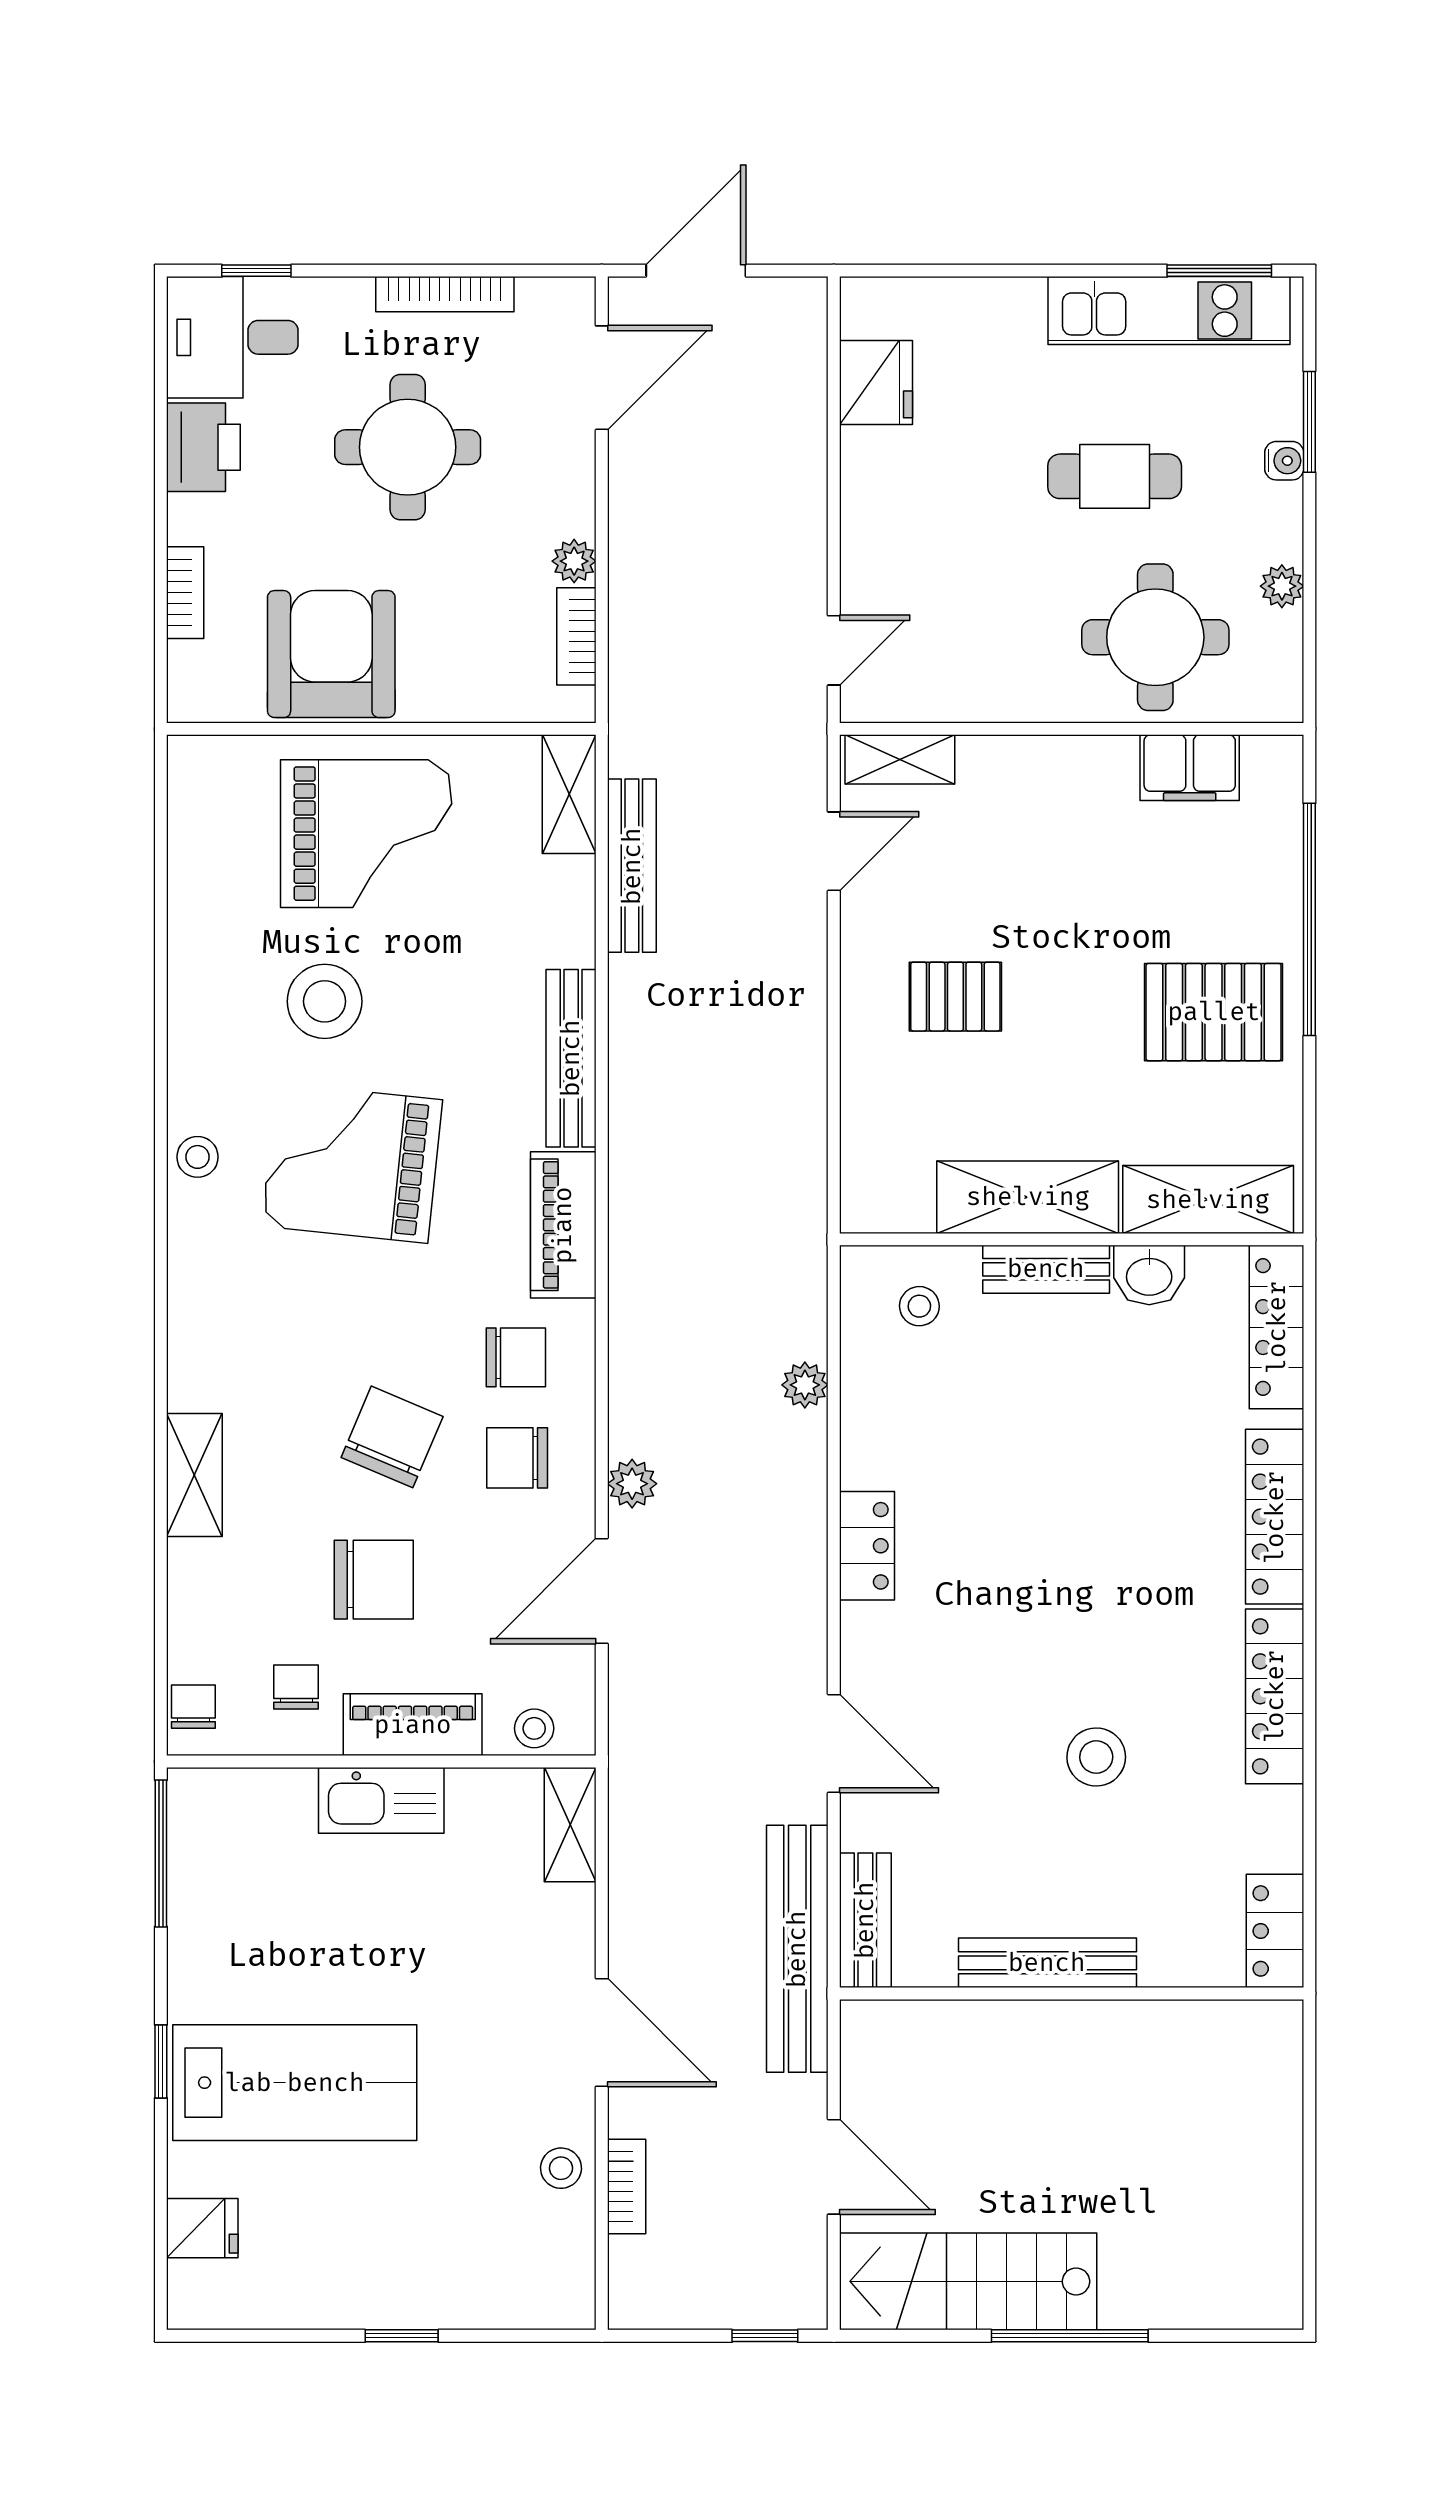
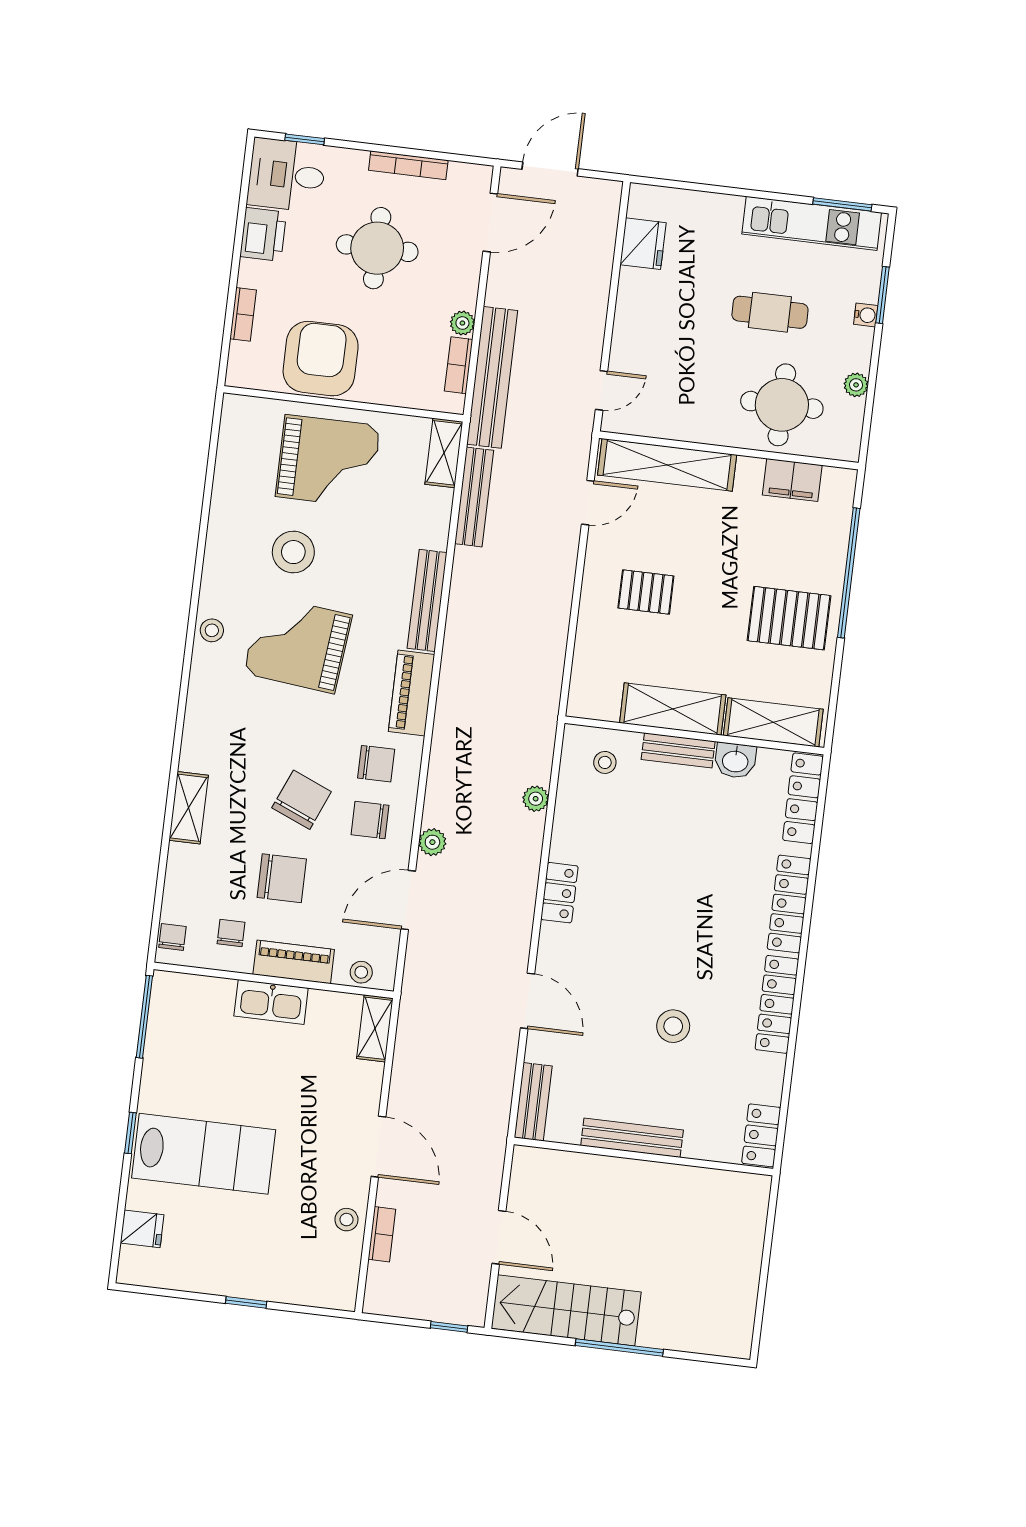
shelving: (900, 759) -> (667, 465), width x2.20, depth x1.33
bench: (797, 1949) -> (492, 377), moved

